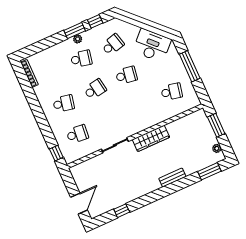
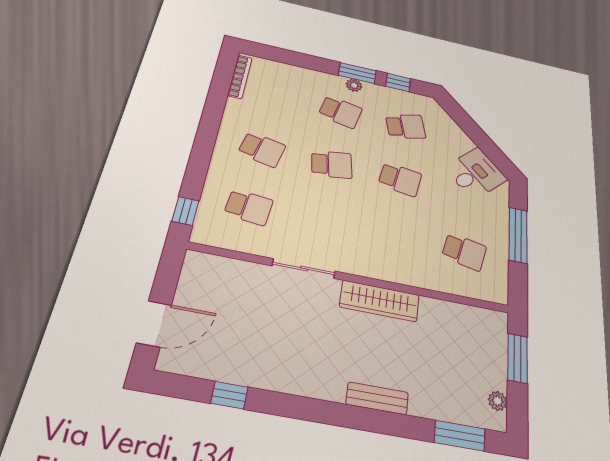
desk: (152, 45) -> (476, 173), width x0.73

